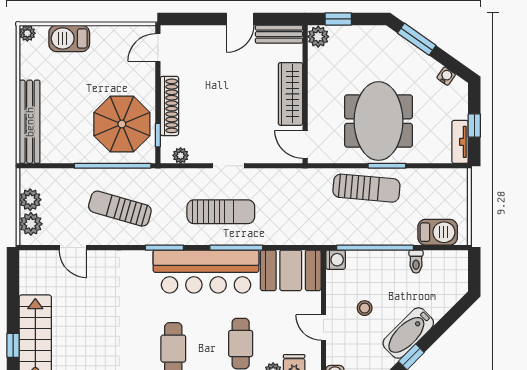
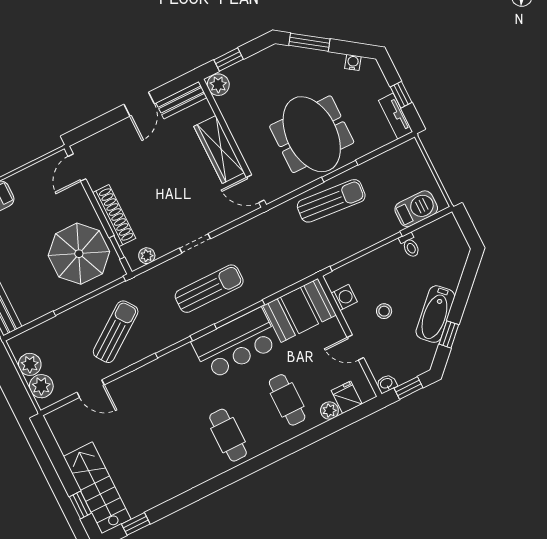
sun lounger: (120, 209) -> (116, 332), turned 128
washing machine: (336, 260) -> (344, 297), moved
bar counter: (206, 272) -> (236, 344), width x0.73

